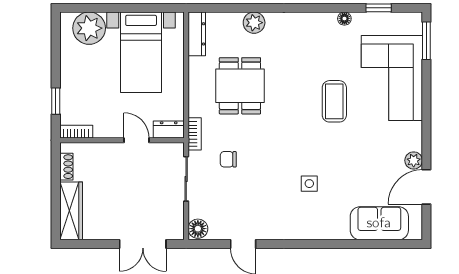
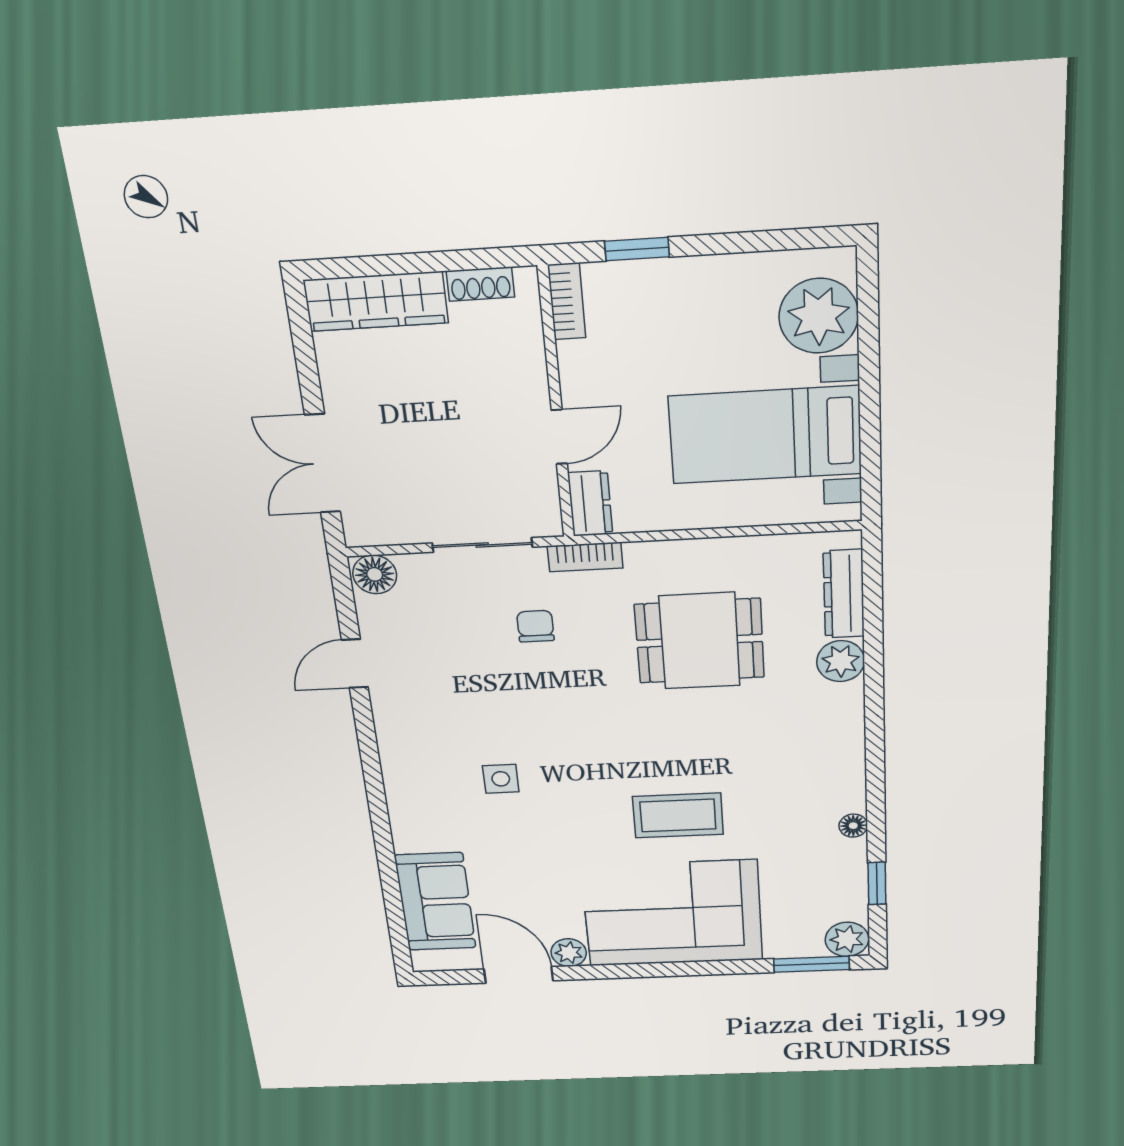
plant: (412, 23) -> (847, 939), added
dresser: (197, 34) -> (844, 594), moved, turned 90
corner sofa: (392, 78) -> (672, 913), moved

